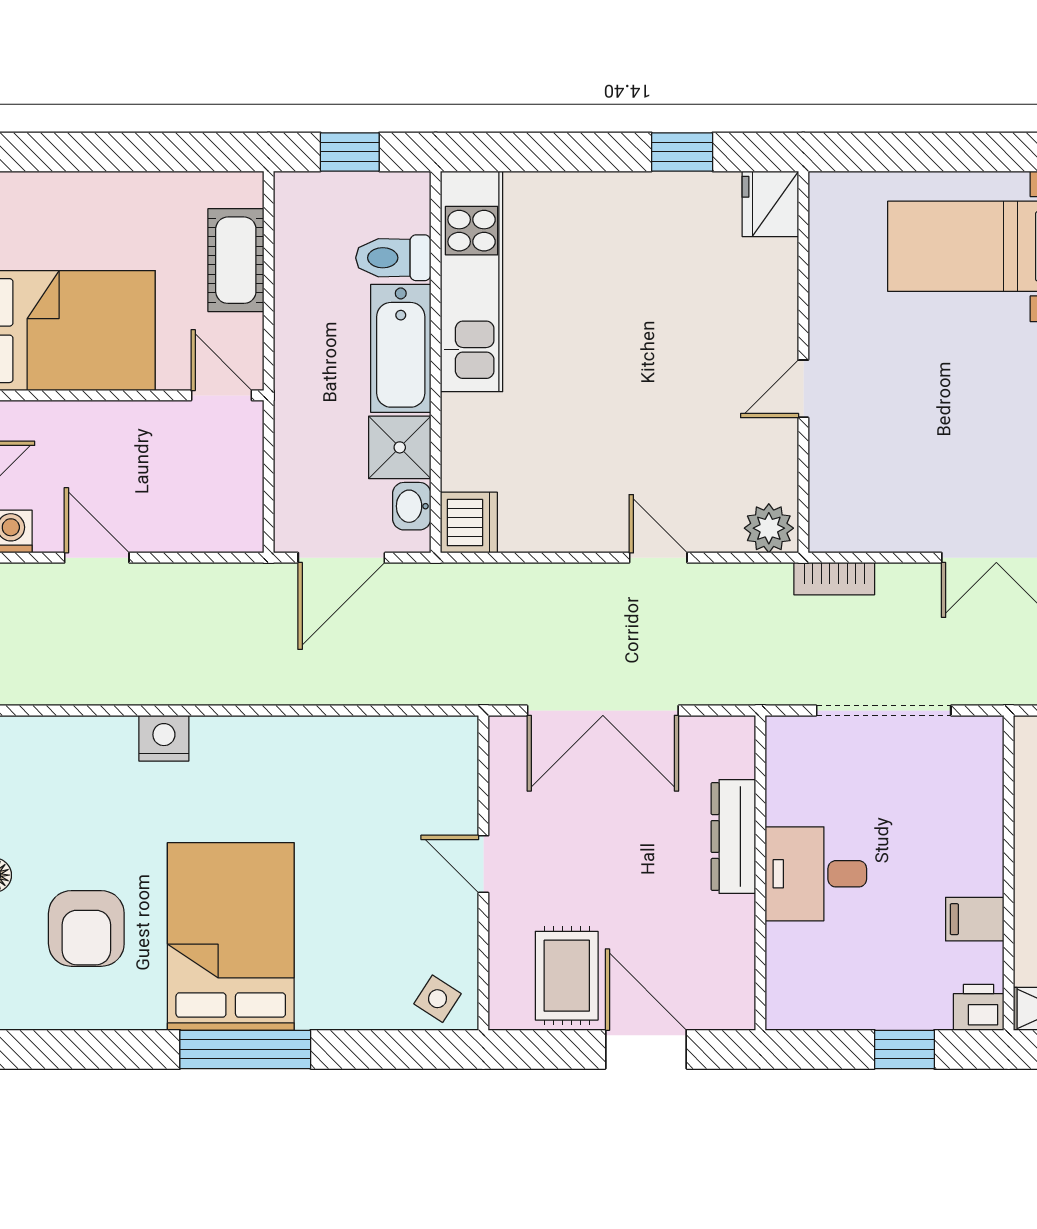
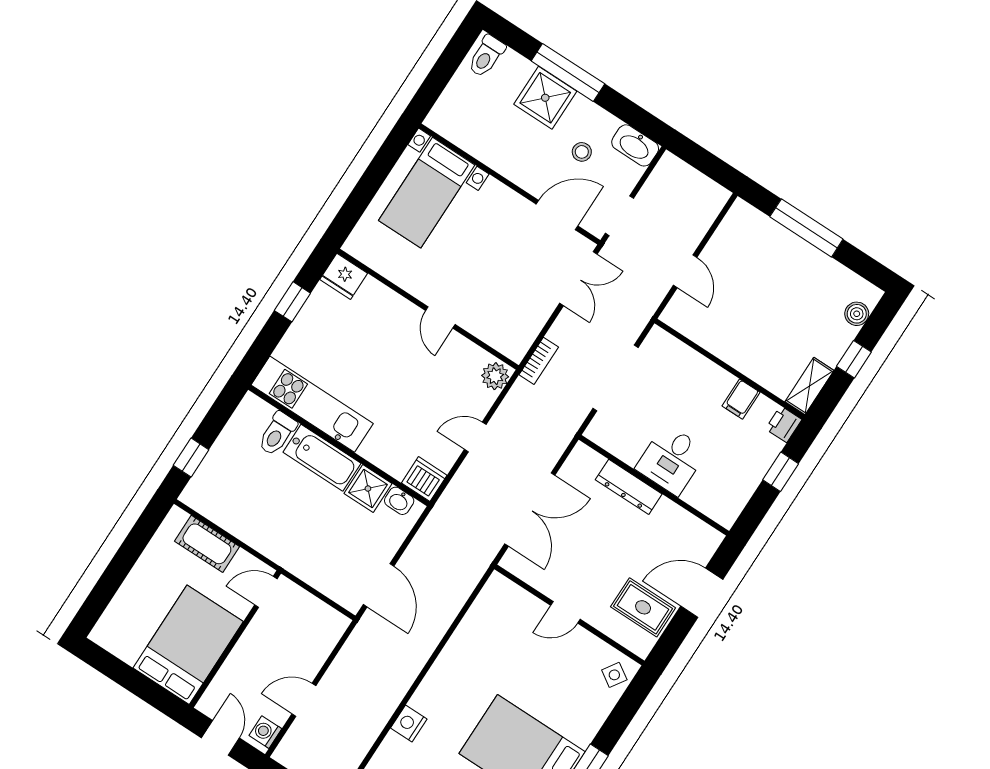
toilet: (393, 258) -> (277, 434), moved
kitchen unit: (472, 281) -> (312, 404), moved
bathtub: (401, 348) -> (322, 458), moved
wall: (436, 362) -> (339, 446), moved
shower: (400, 447) -> (368, 489), moved
washbasin: (412, 506) -> (399, 501), moved
dishwasher: (469, 523) -> (424, 479), moved

